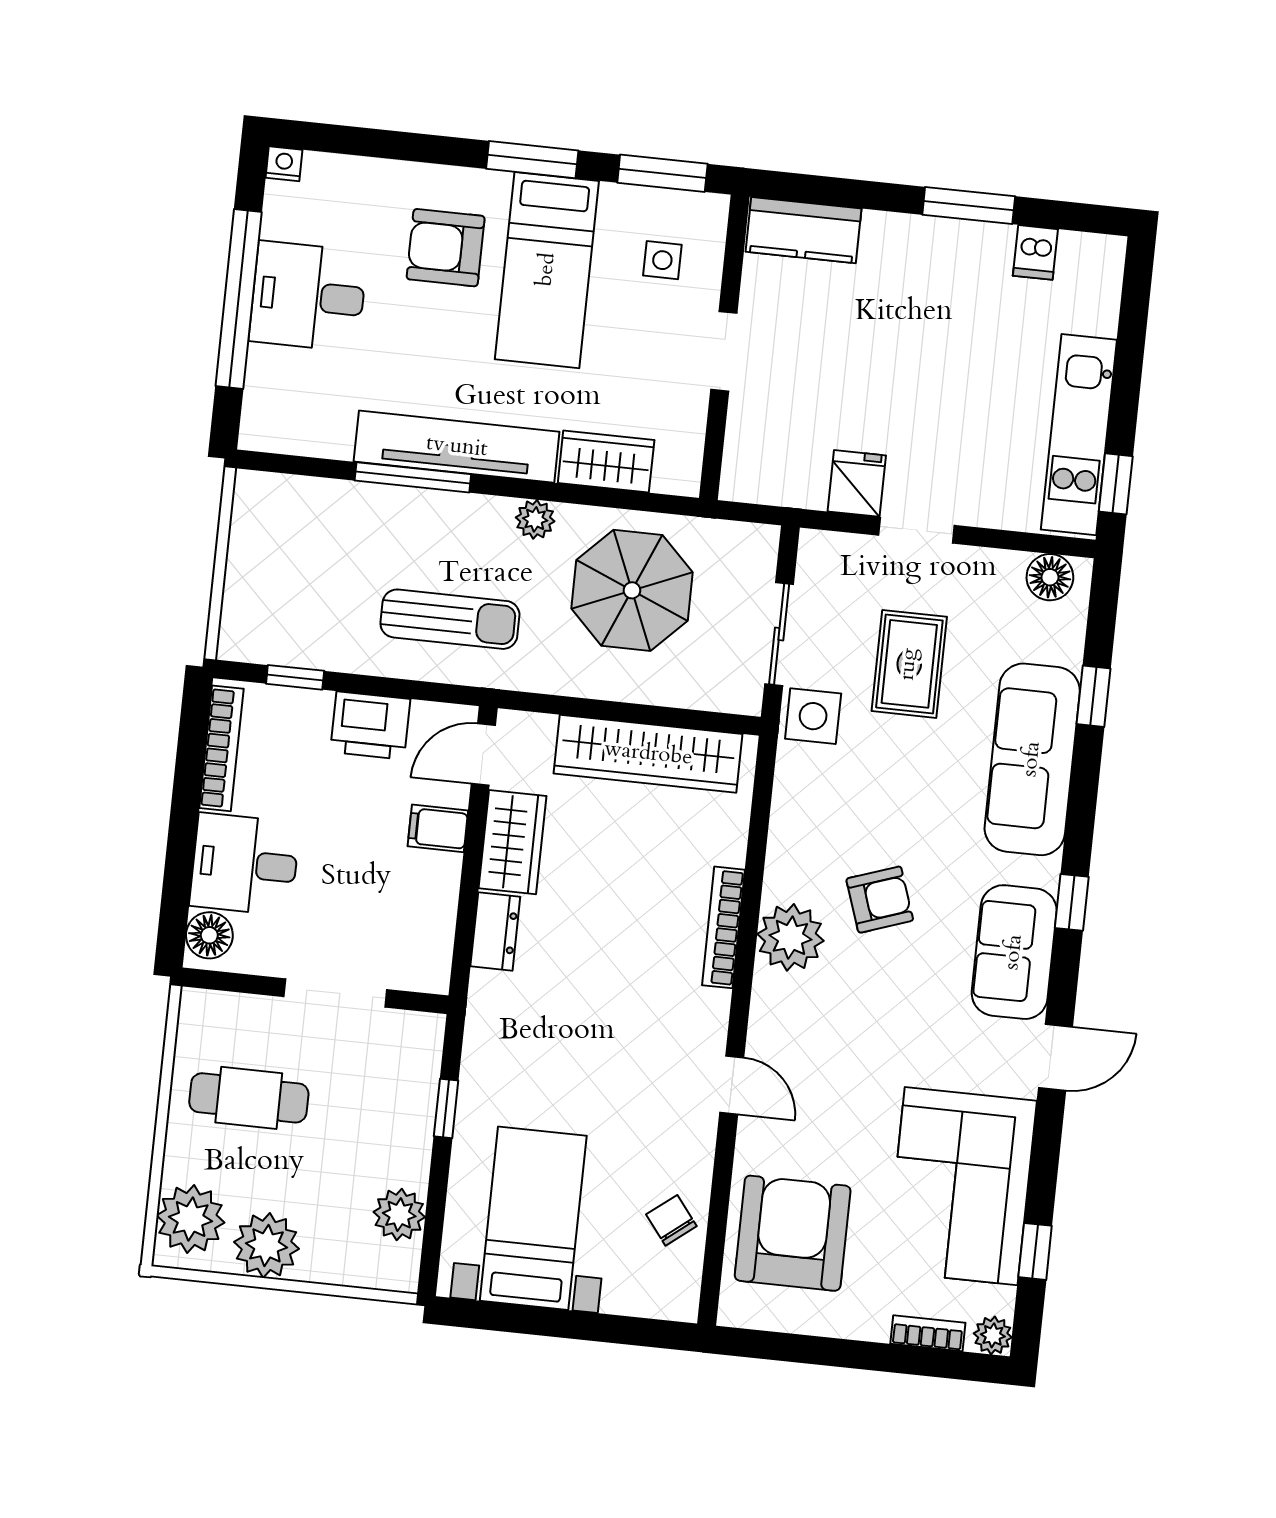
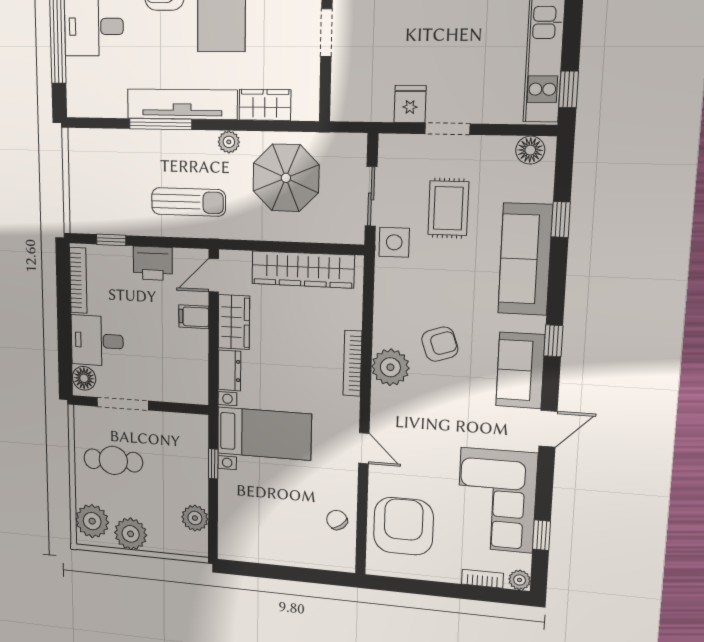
doorway: (335, 993) -> (123, 404), moved
bed with nightstands: (533, 1218) -> (264, 434), moved, turned 90

